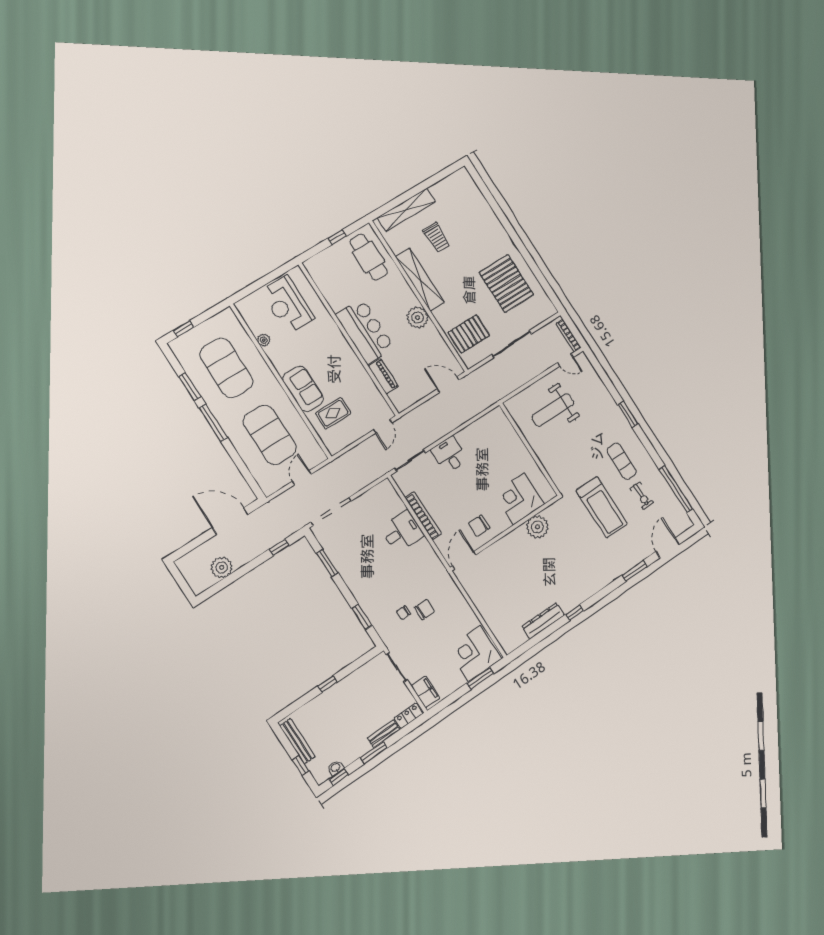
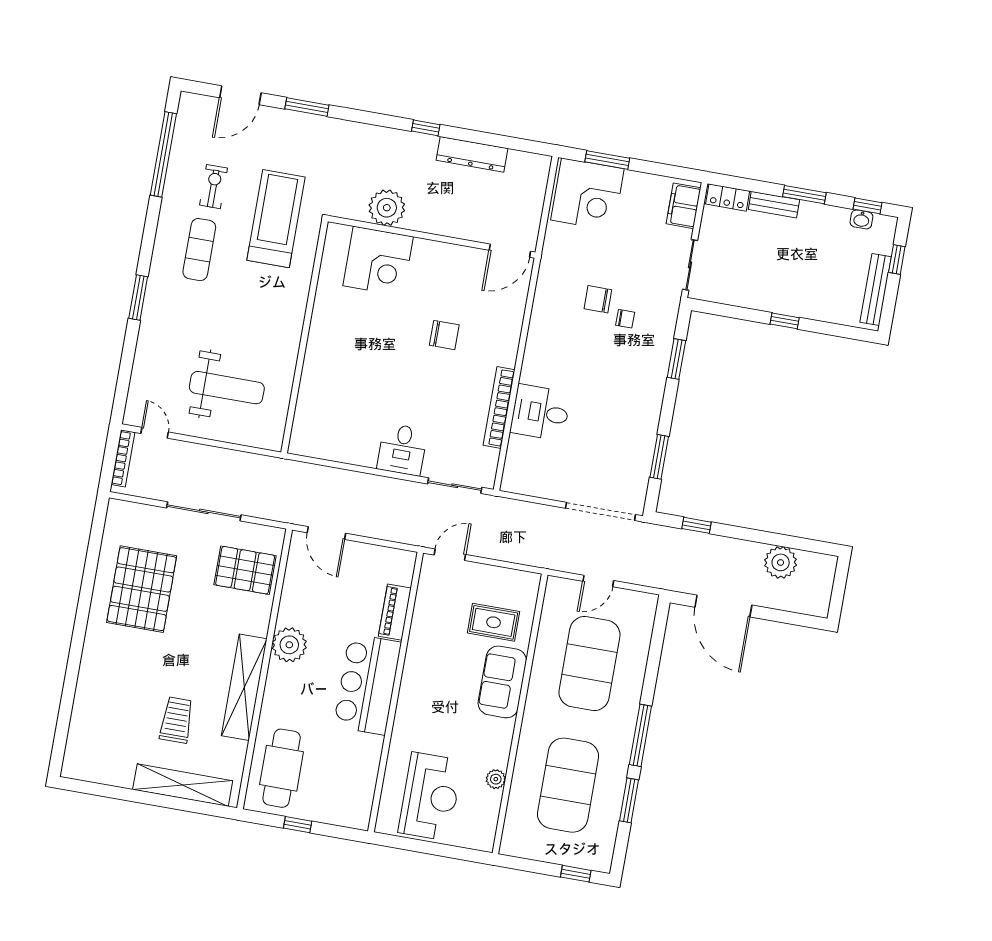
corner desk: (519, 499) -> (378, 261), moved
plant: (537, 527) -> (387, 208), moved
wall: (505, 533) -> (432, 237), moved
door: (464, 560) -> (510, 251), moved

